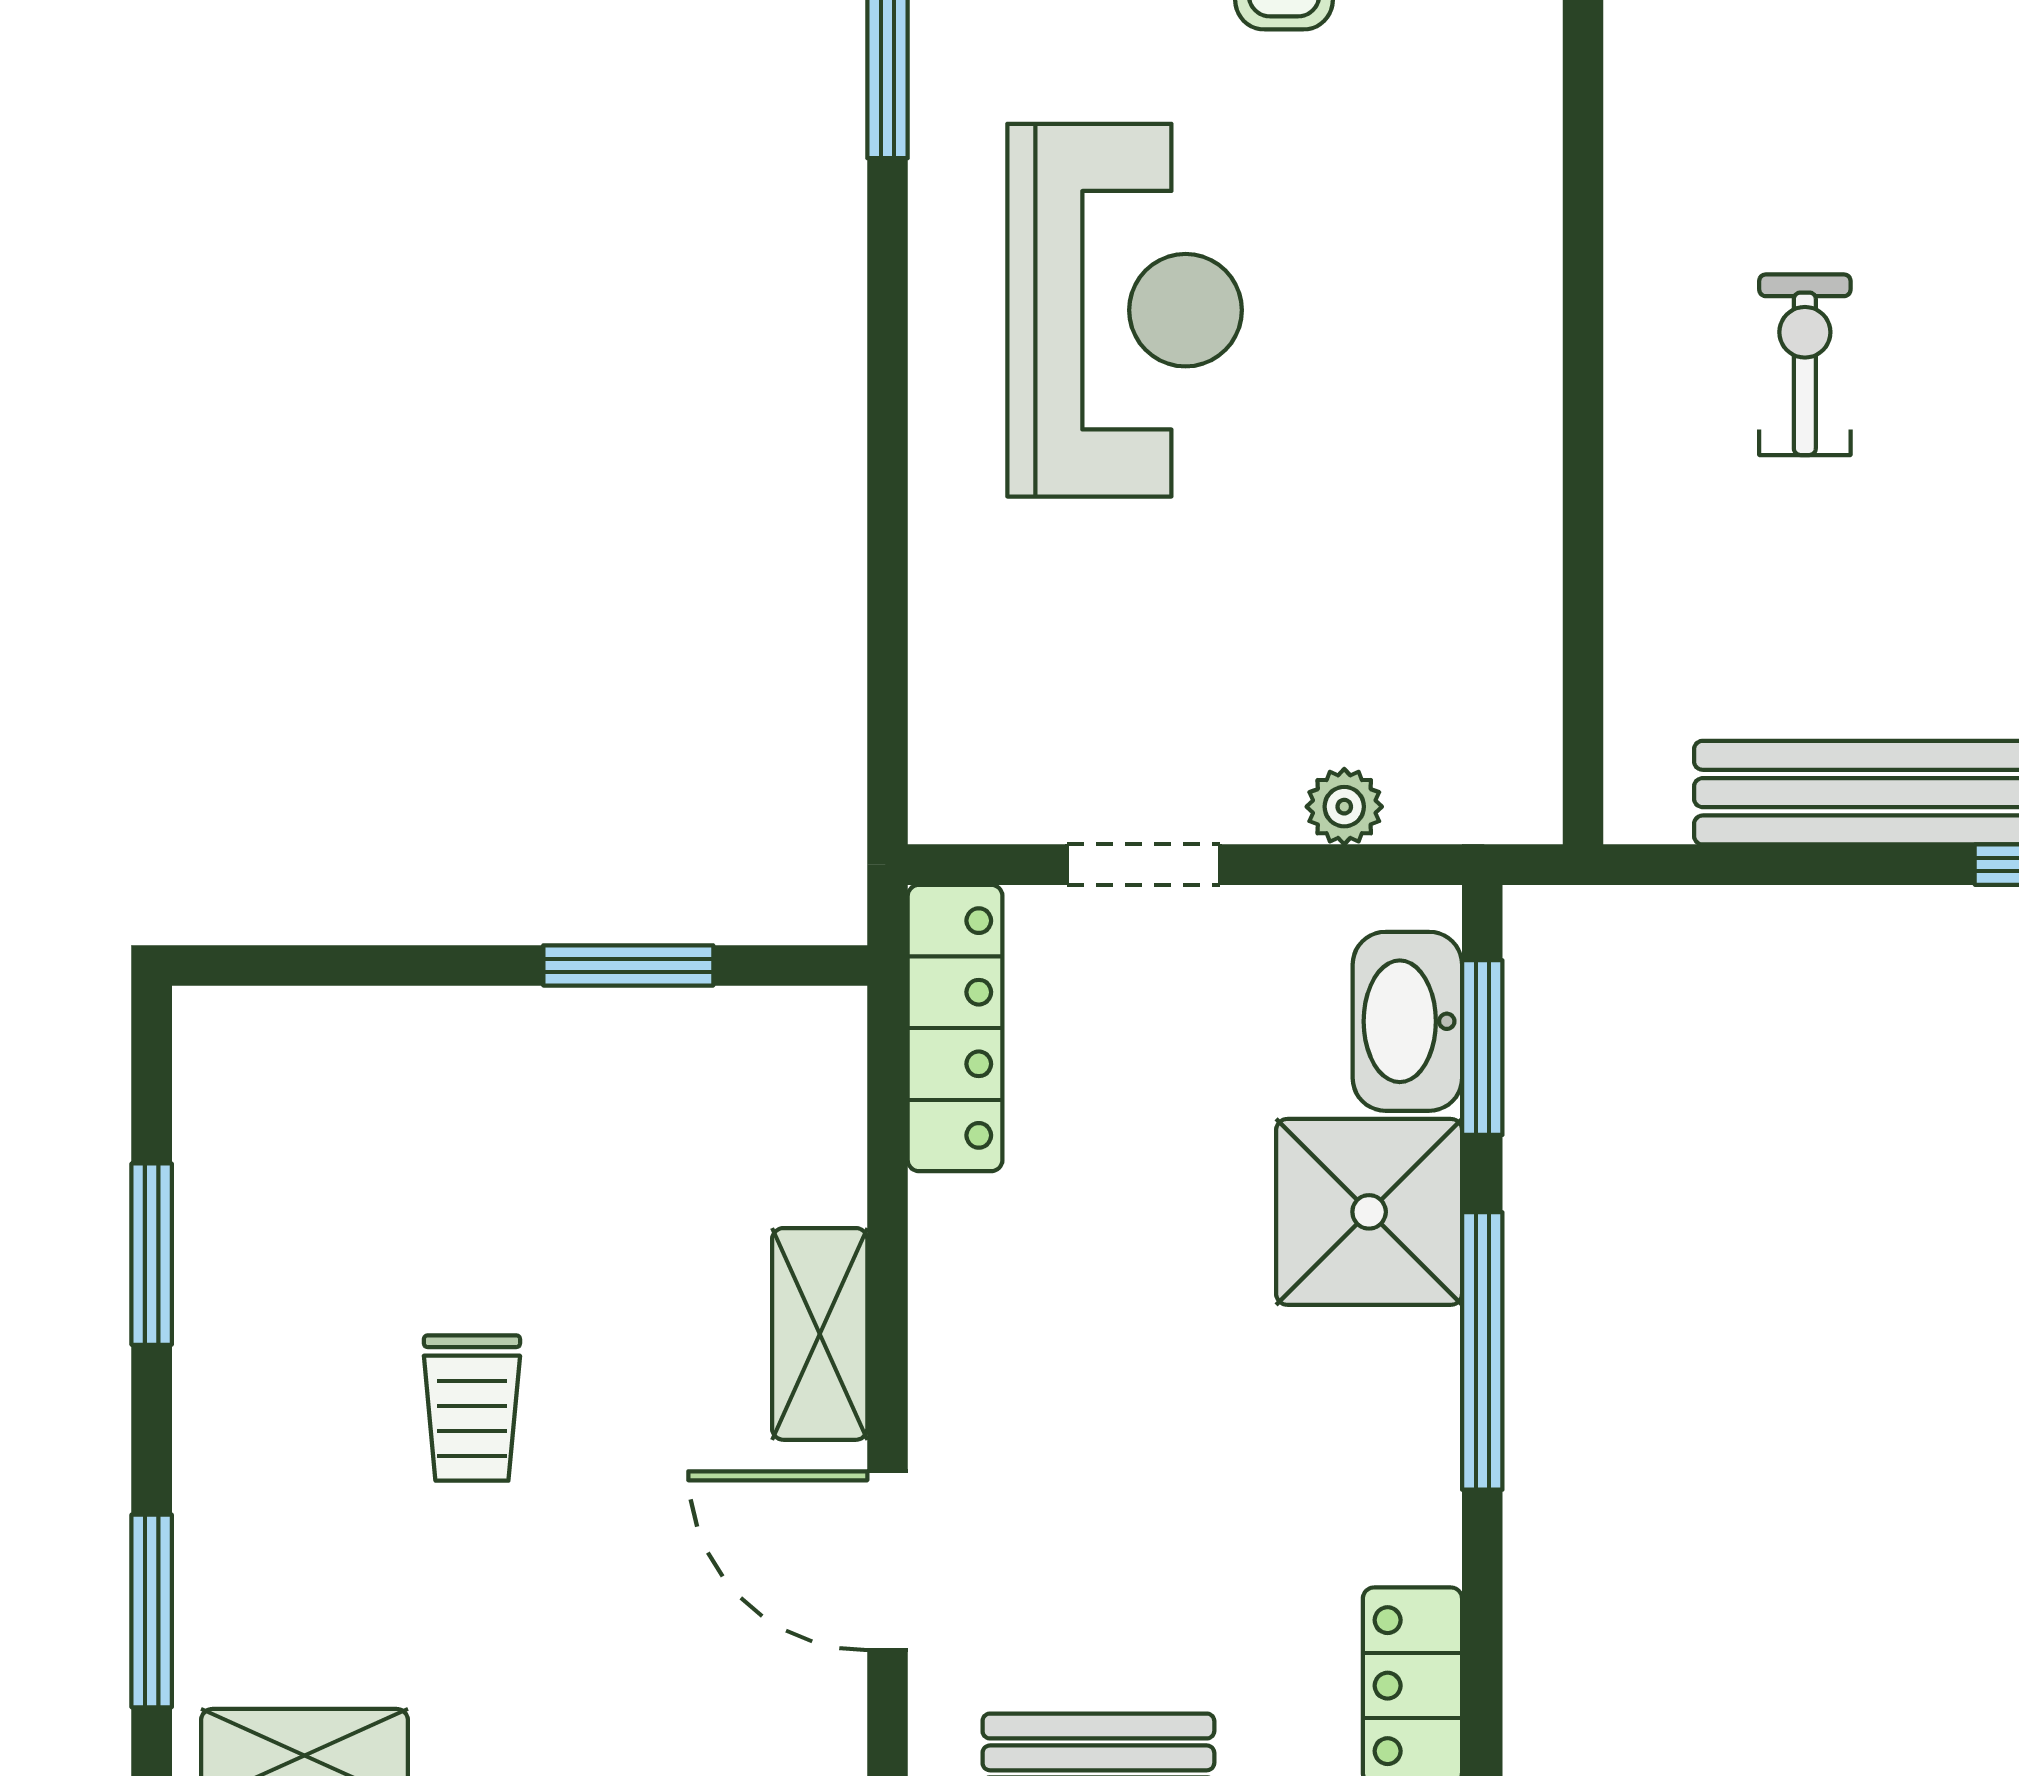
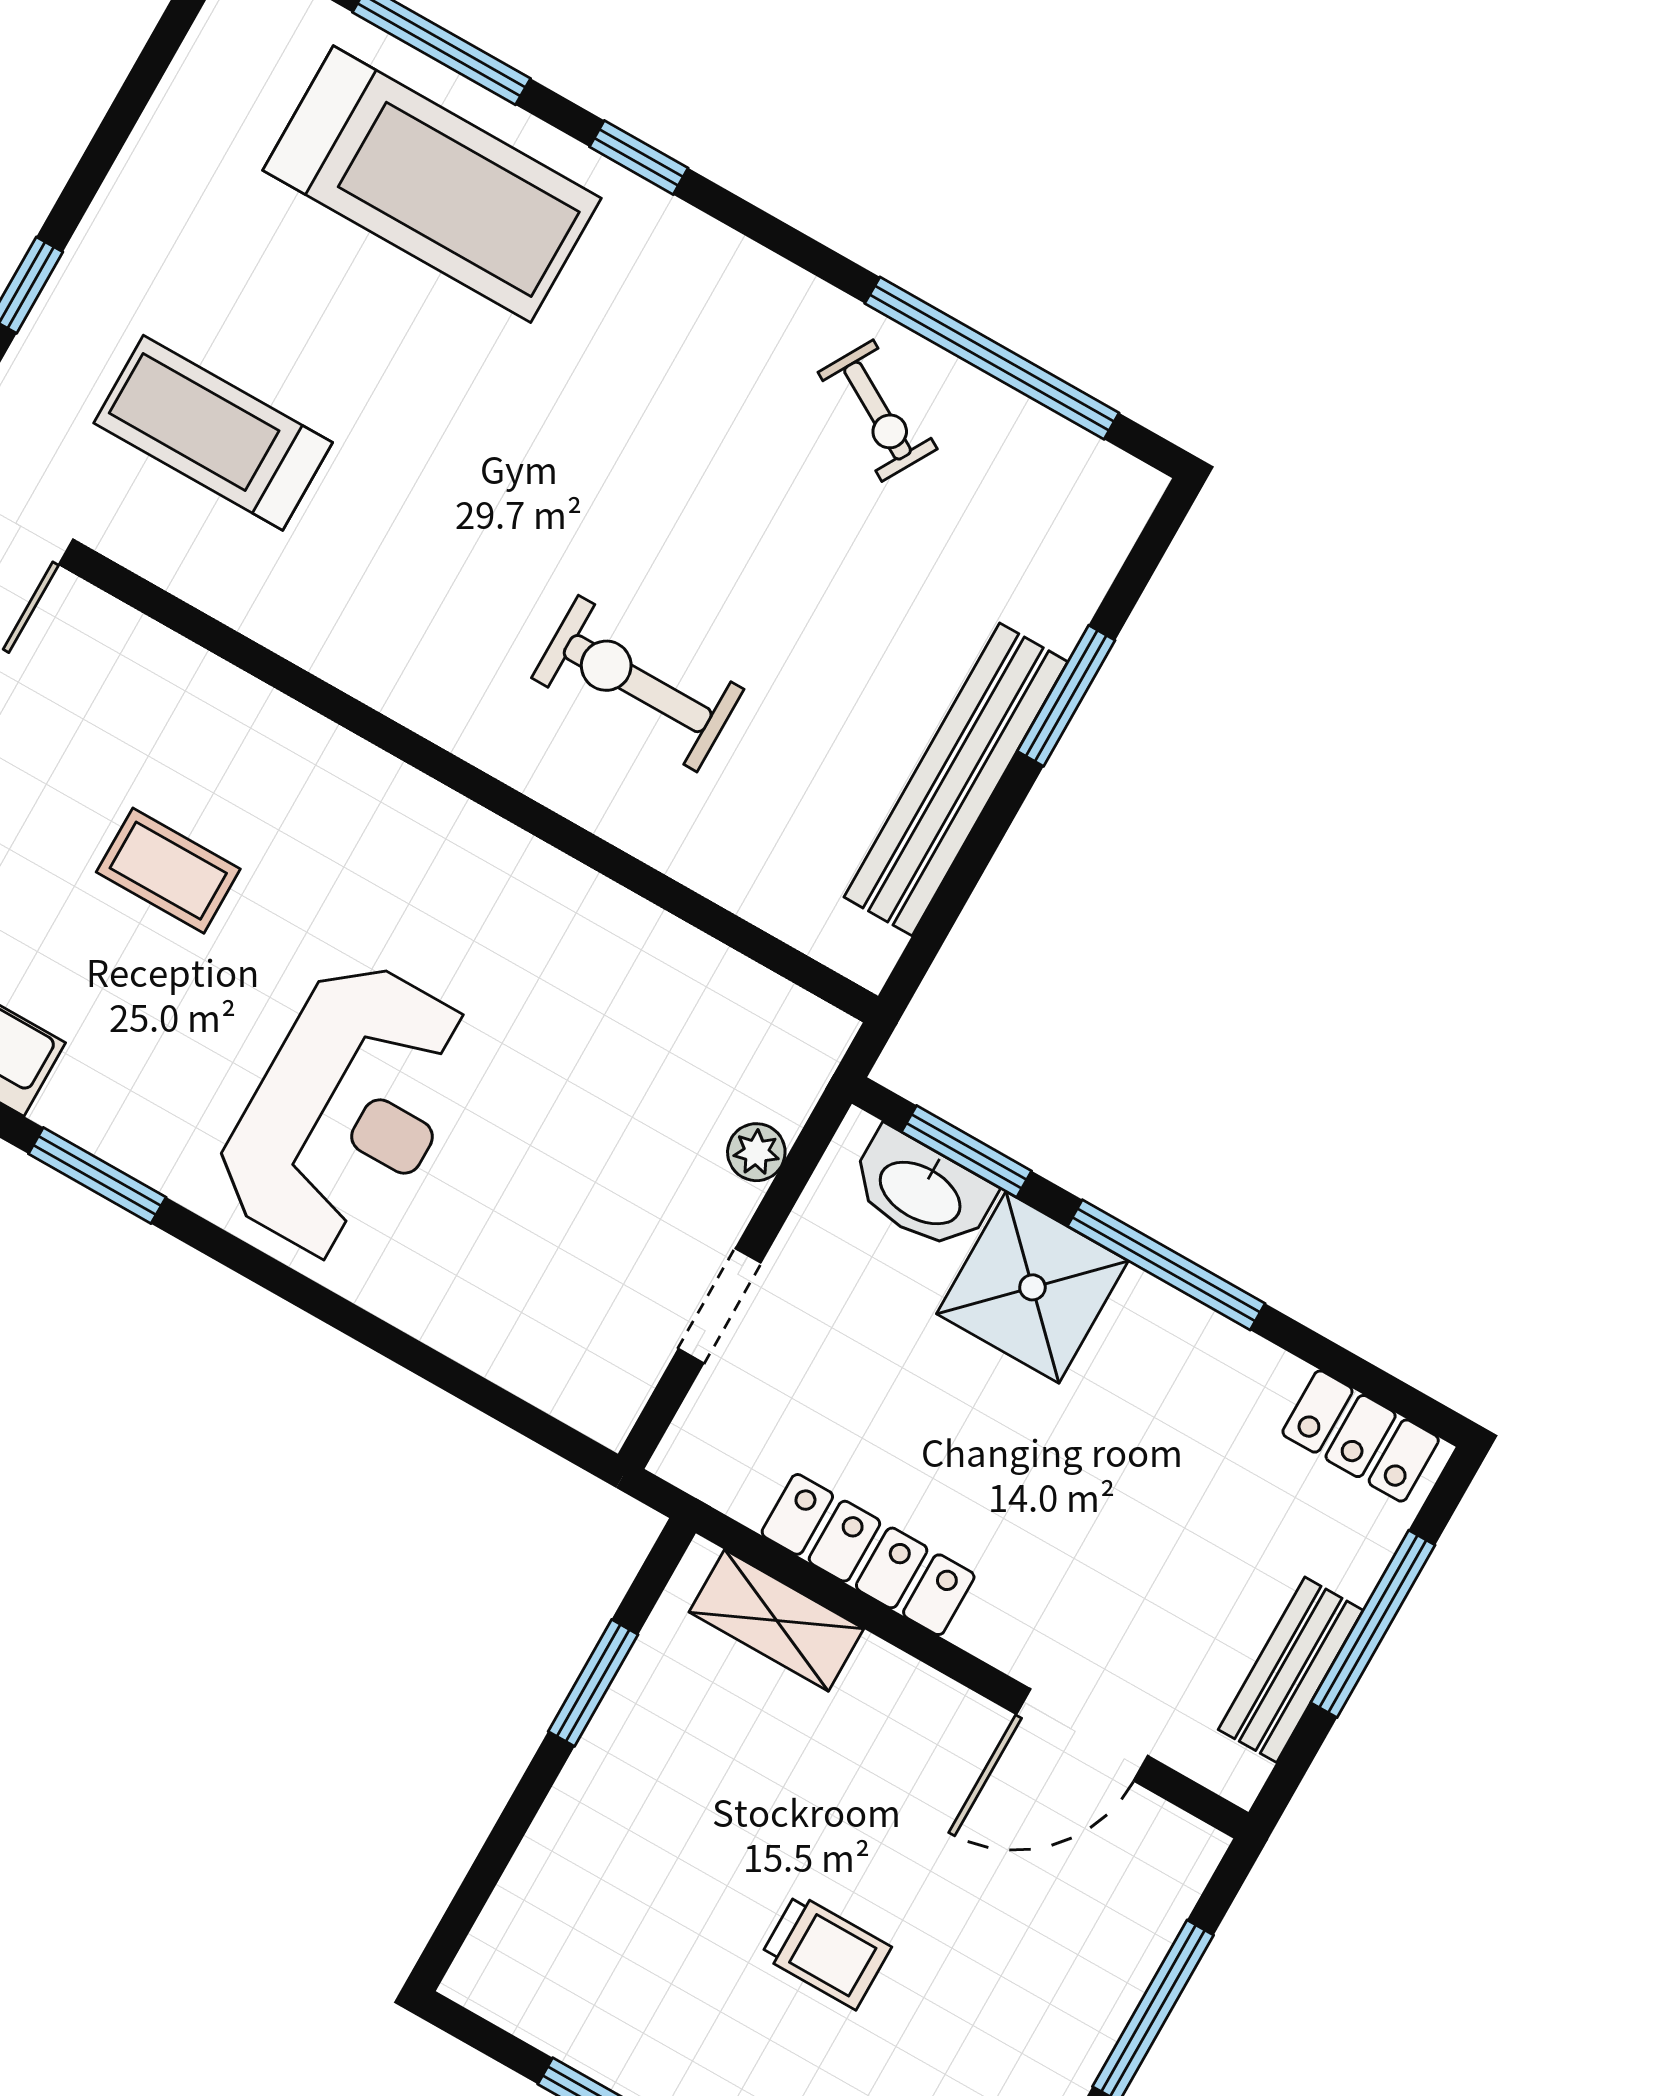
reception desk: (1125, 310) -> (347, 1111), turned 90
exercise bike: (1805, 365) -> (638, 684), width x1.38, depth x1.39
locker: (955, 1028) -> (868, 1555), moved
shelving: (820, 1334) -> (776, 1620), moved

